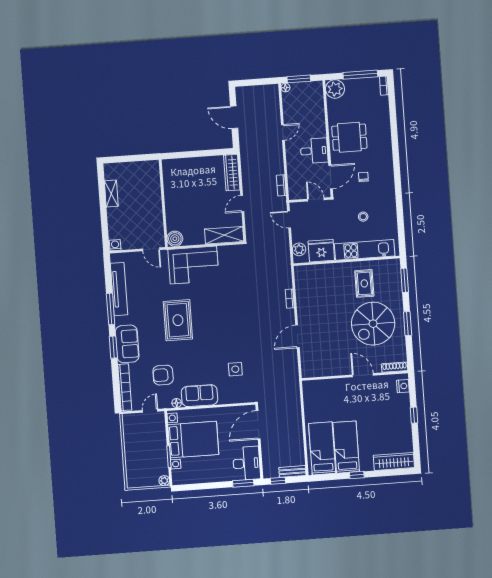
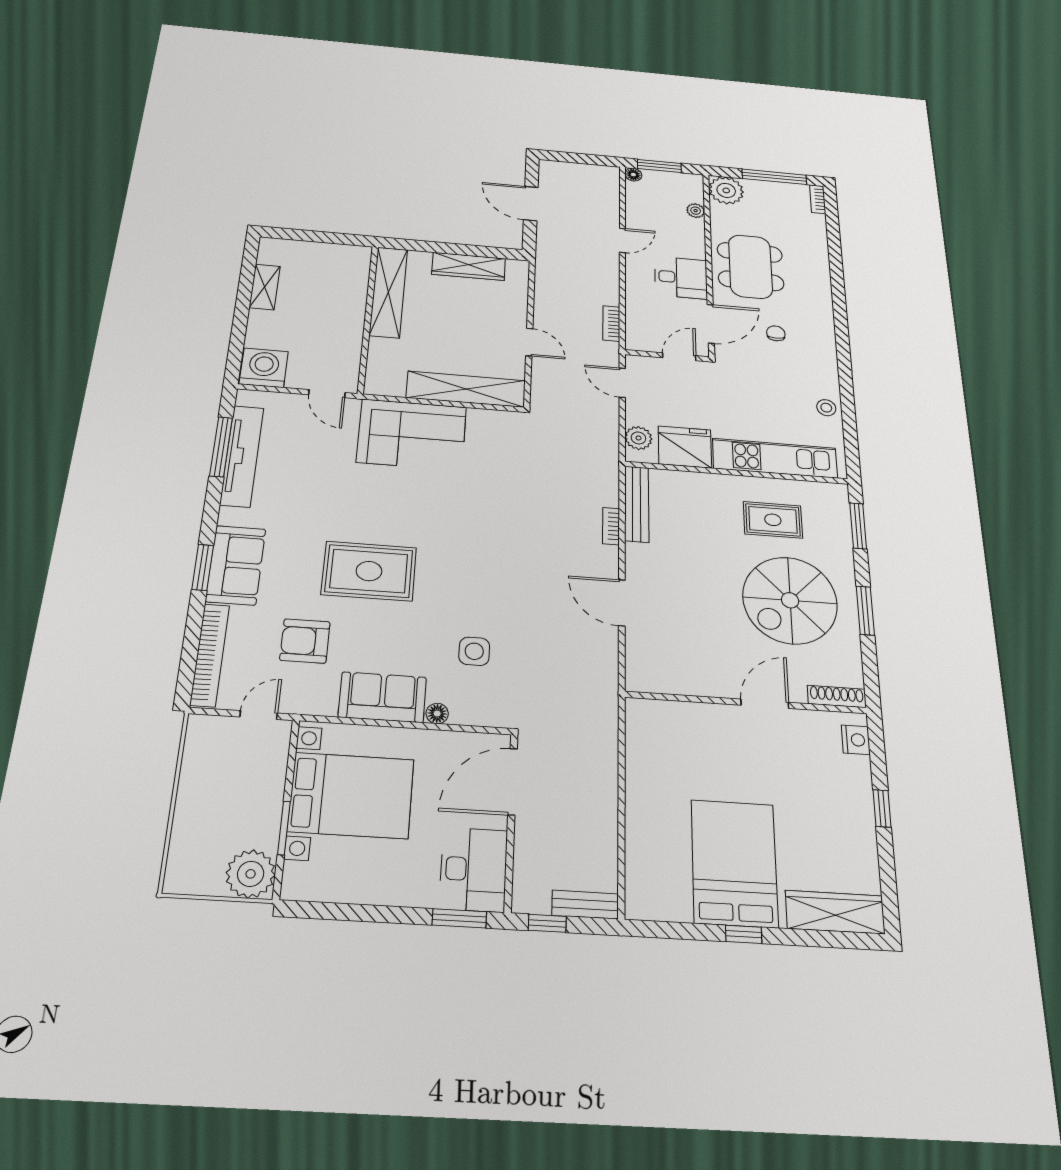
plant: (319, 106) -> (696, 211), added
dining table: (349, 137) -> (750, 267), width x1.38
wardrobe: (232, 173) -> (469, 266), moved, turned -90
shelving: (171, 186) -> (388, 292), added
door: (316, 199) -> (679, 357), hinge flipped
door: (242, 204) -> (529, 342), swing flipped
stool: (363, 217) -> (826, 408), moved
shelving: (224, 235) -> (466, 389), width x1.47
boiler: (175, 239) -> (381, 382), removed
washing machine: (115, 245) -> (264, 368), width x1.89, depth x1.89
rug: (364, 283) -> (773, 520), turned 90
bench: (301, 285) -> (637, 504), added
window: (111, 309) -> (221, 447), moved
rug: (178, 320) -> (369, 571), moved, turned 90
door: (297, 336) -> (622, 603), hinge flipped
door: (363, 375) -> (765, 704), hinge flipped
floor lamp: (177, 403) -> (437, 713), moved
bed: (346, 447) -> (734, 863), width x1.50
bed: (322, 448) -> (662, 858), removed
plant: (164, 481) -> (251, 874), width x1.88, depth x1.88

